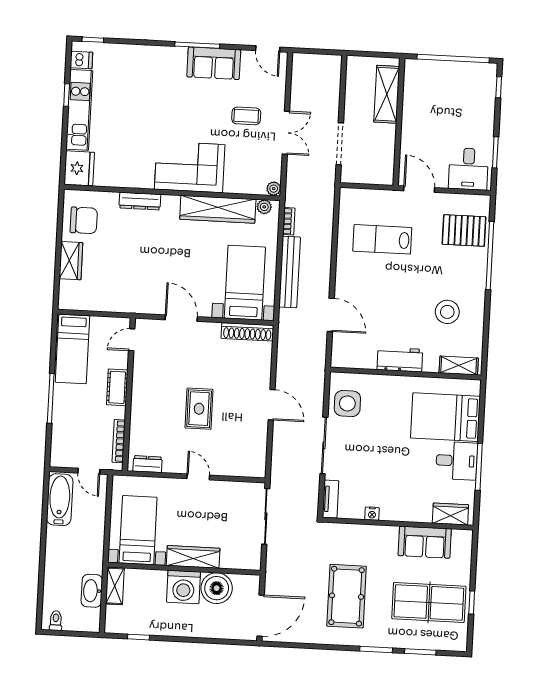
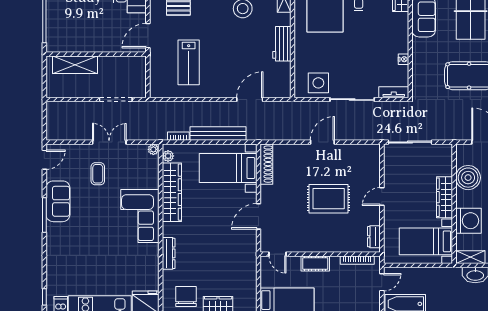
rug: (199, 409) -> (329, 199), width x1.36, depth x1.43
washing machine: (183, 587) -> (469, 221), moved

